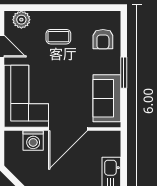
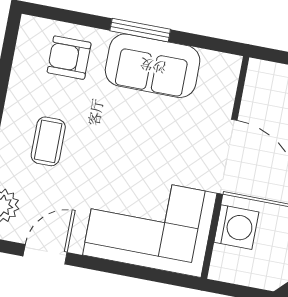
armchair: (103, 39) -> (69, 58), turned 180
sofa: (107, 98) -> (153, 66), moved

